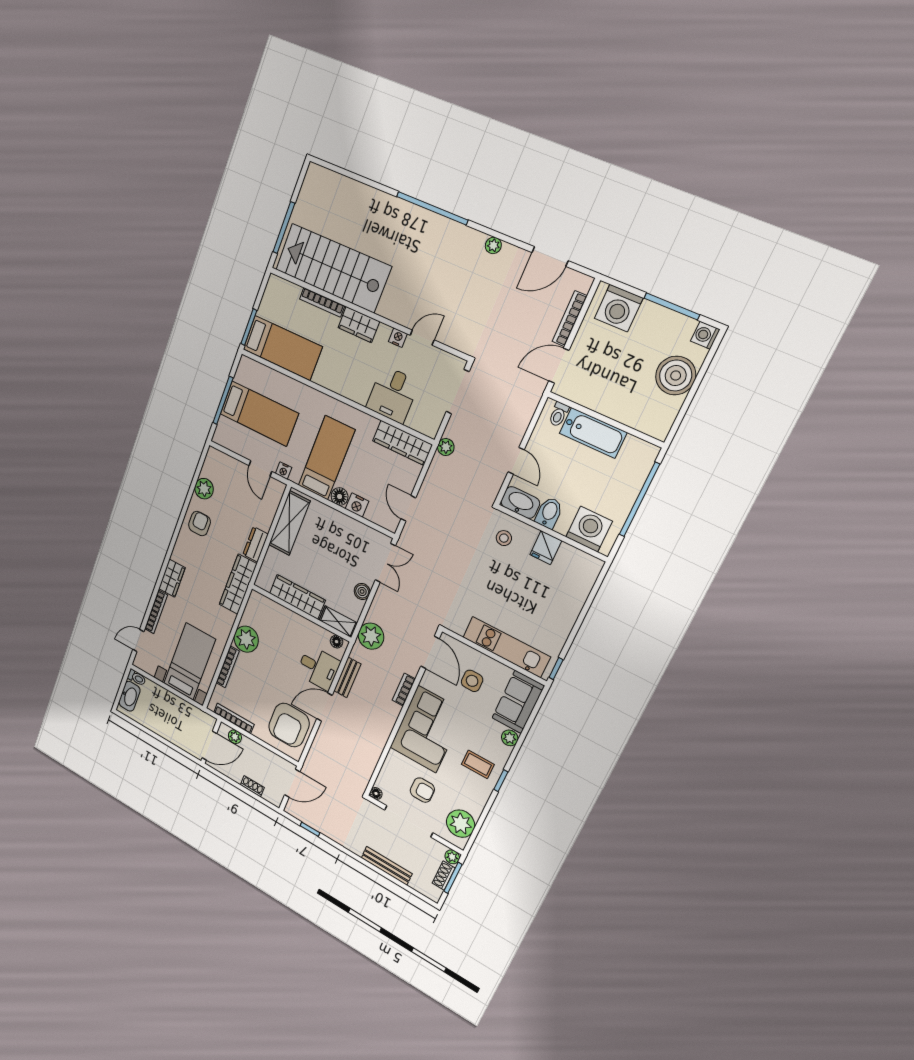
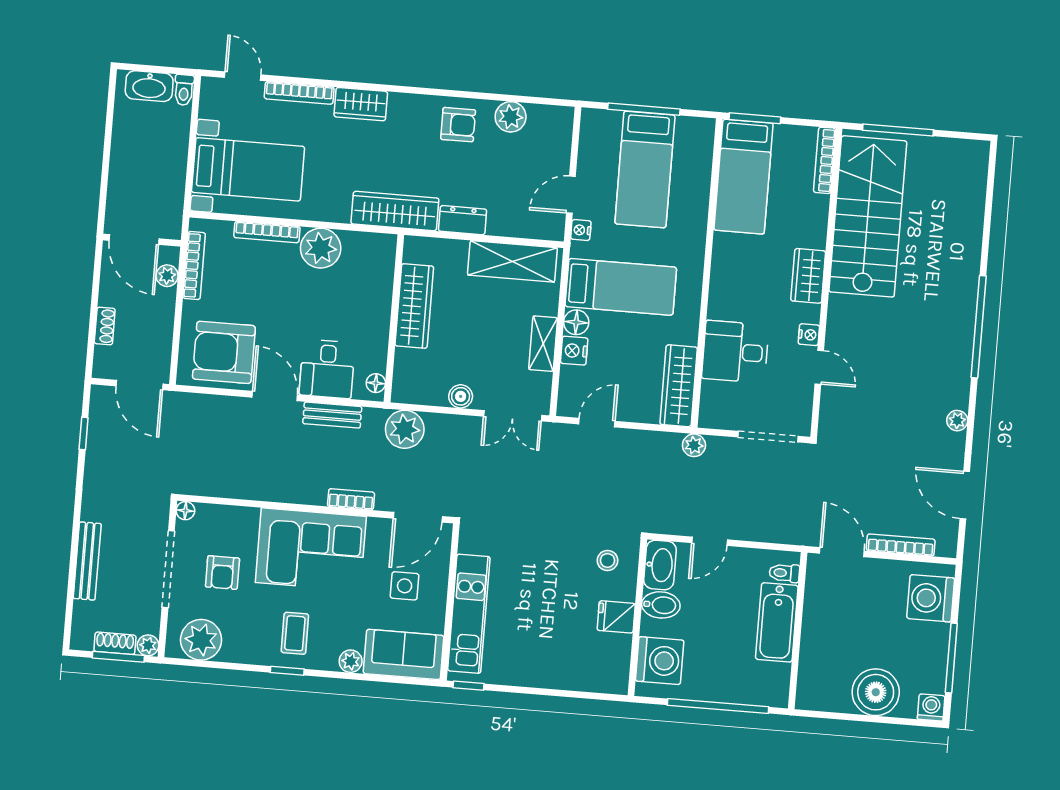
bookcase: (322, 302) -> (825, 160), moved
shelving: (338, 622) -> (543, 344), moved

